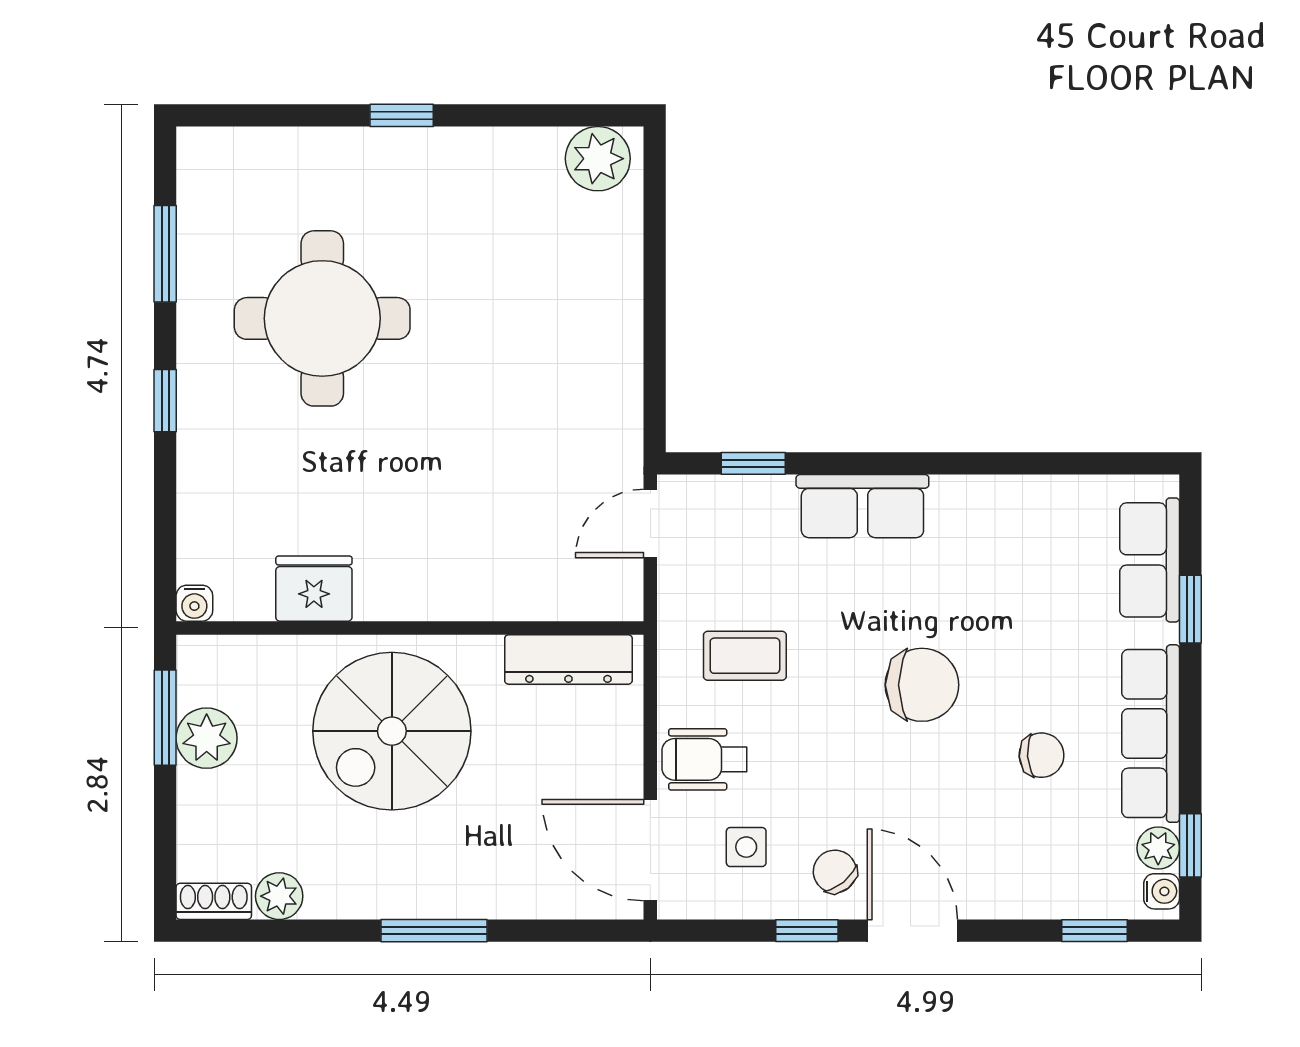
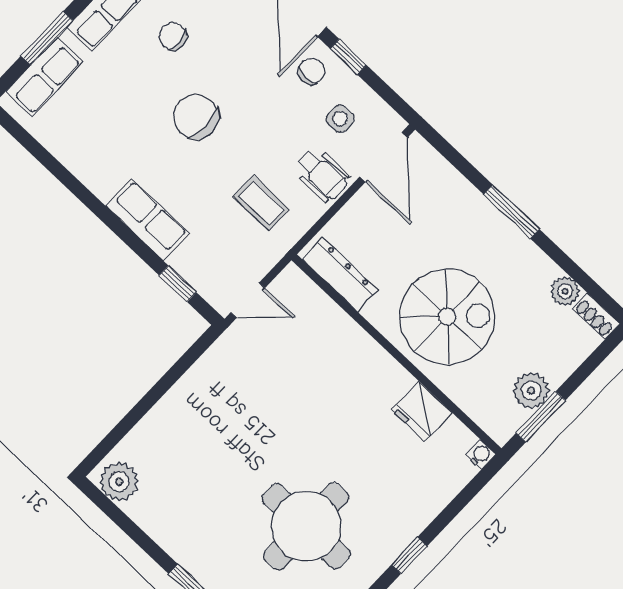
window: (1190, 609) -> (47, 38), width x1.50
chair: (835, 871) -> (312, 71), turned -141

